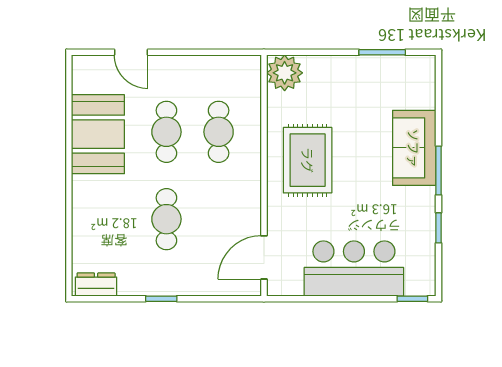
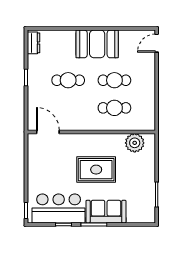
door: (131, 52) -> (157, 43), moved
plant: (285, 73) -> (135, 143), moved
booth: (98, 134) -> (97, 44), moved
rug: (308, 160) -> (96, 170), moved
bar counter: (354, 269) -> (59, 208), moved, turned -90

